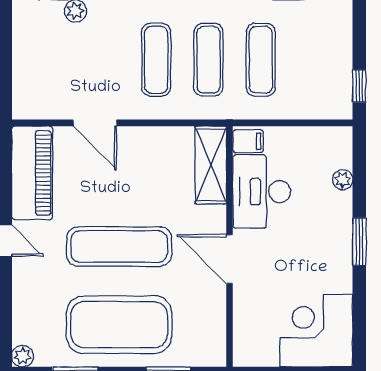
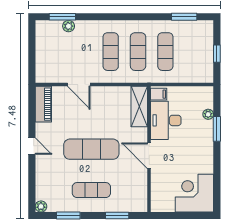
window: (359, 86) -> (217, 54), moved
piano: (32, 173) -> (43, 104), width x0.73, depth x0.75
window: (359, 242) -> (217, 129), moved
exercise mat: (119, 325) -> (91, 190), width x0.50, depth x0.69

